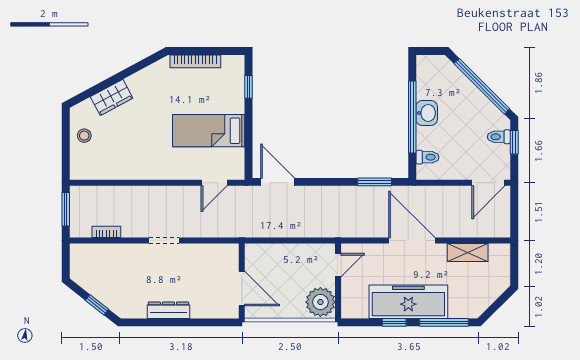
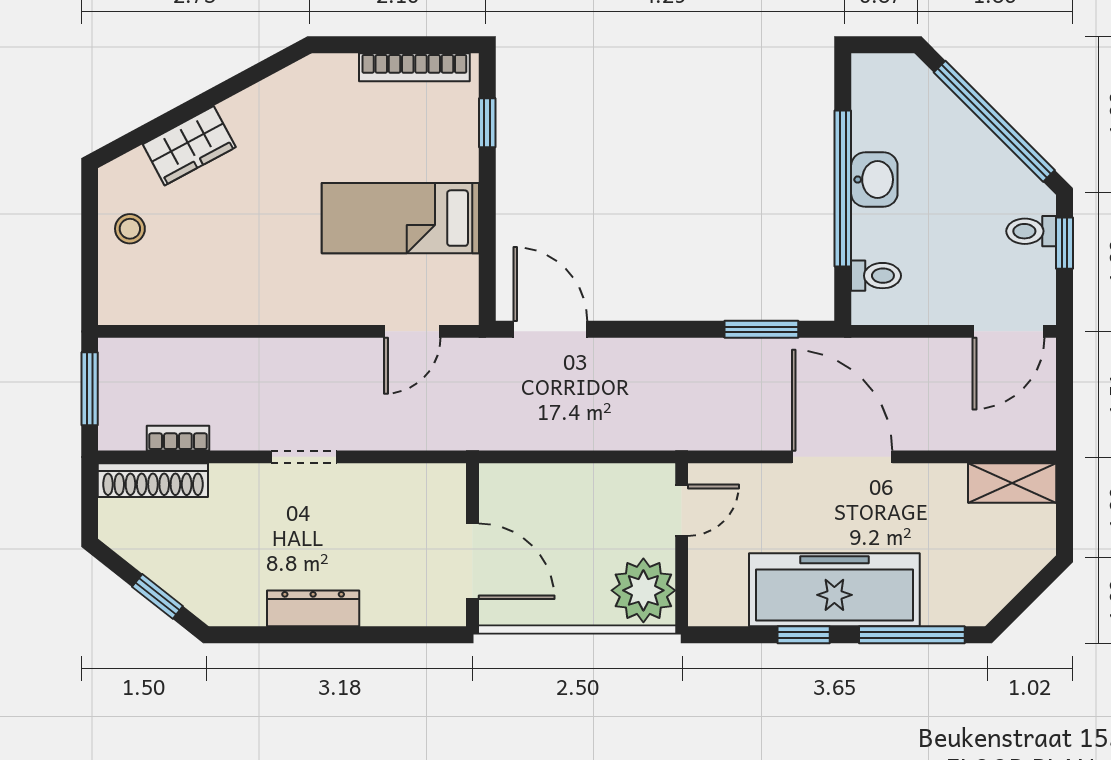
bookcase: (195, 61) -> (414, 67), moved
shoe rack: (95, 251) -> (153, 480), added
shelving: (468, 253) -> (1012, 483), moved

